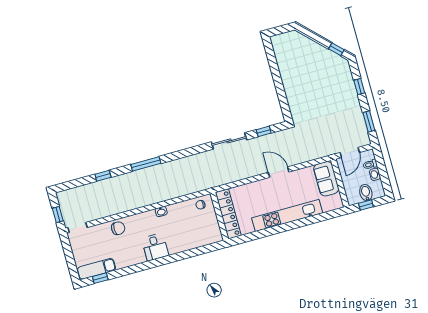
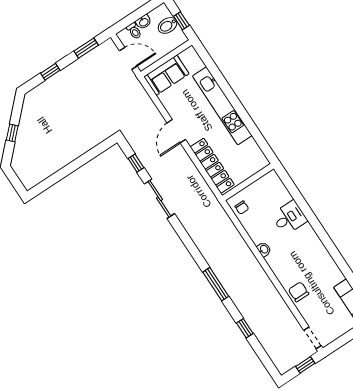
window: (336, 49) -> (12, 133), moved
locker: (228, 214) -> (212, 166), moved, turned 90
desk: (155, 247) -> (289, 218), moved

